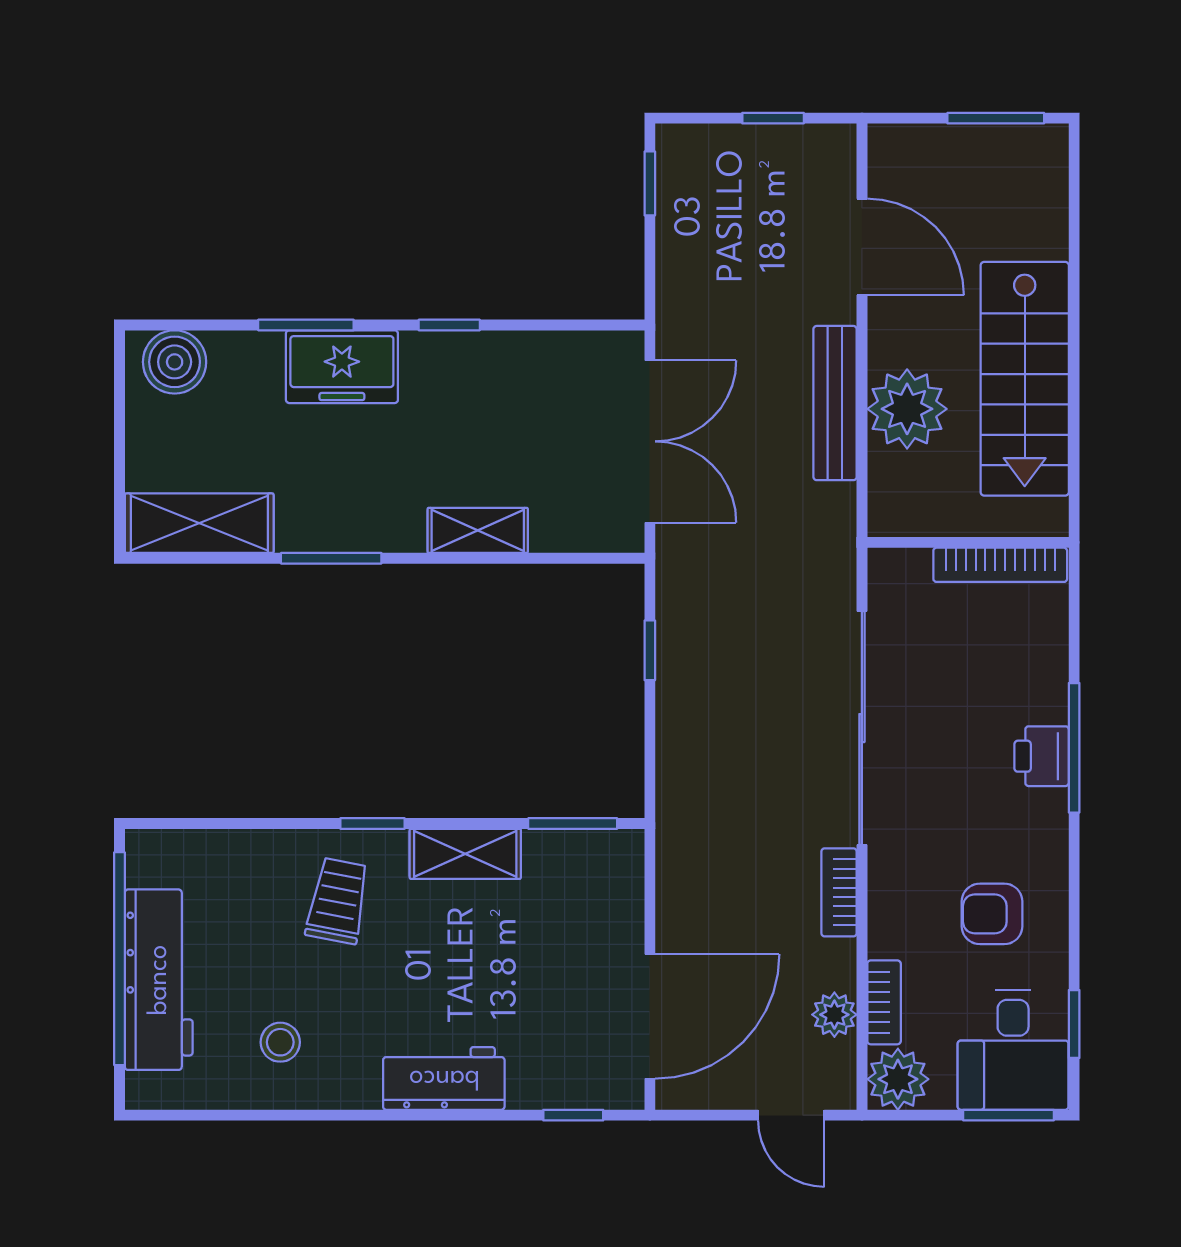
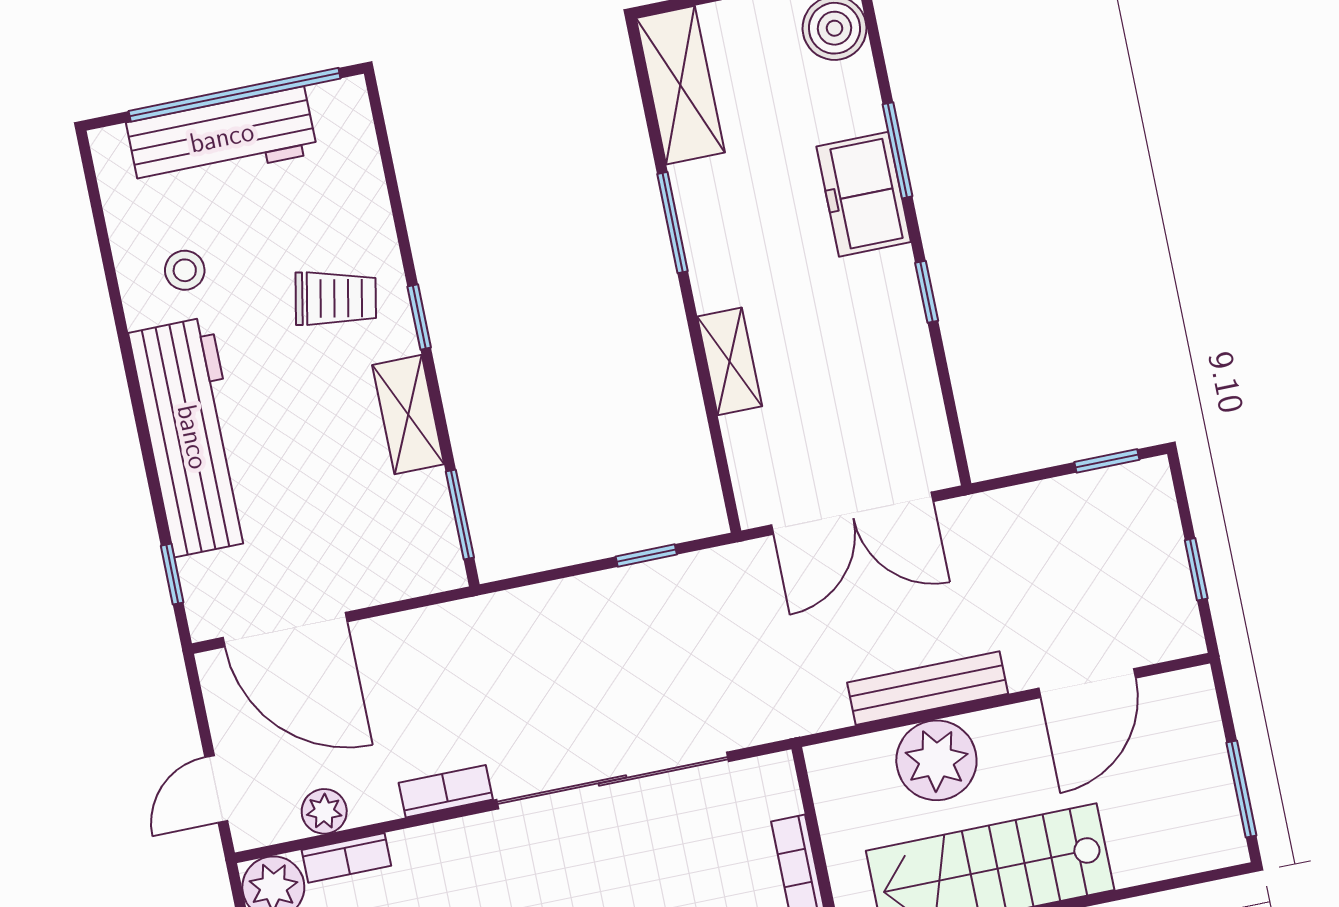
workbench: (444, 1078) -> (192, 437), width x1.88, depth x1.32

